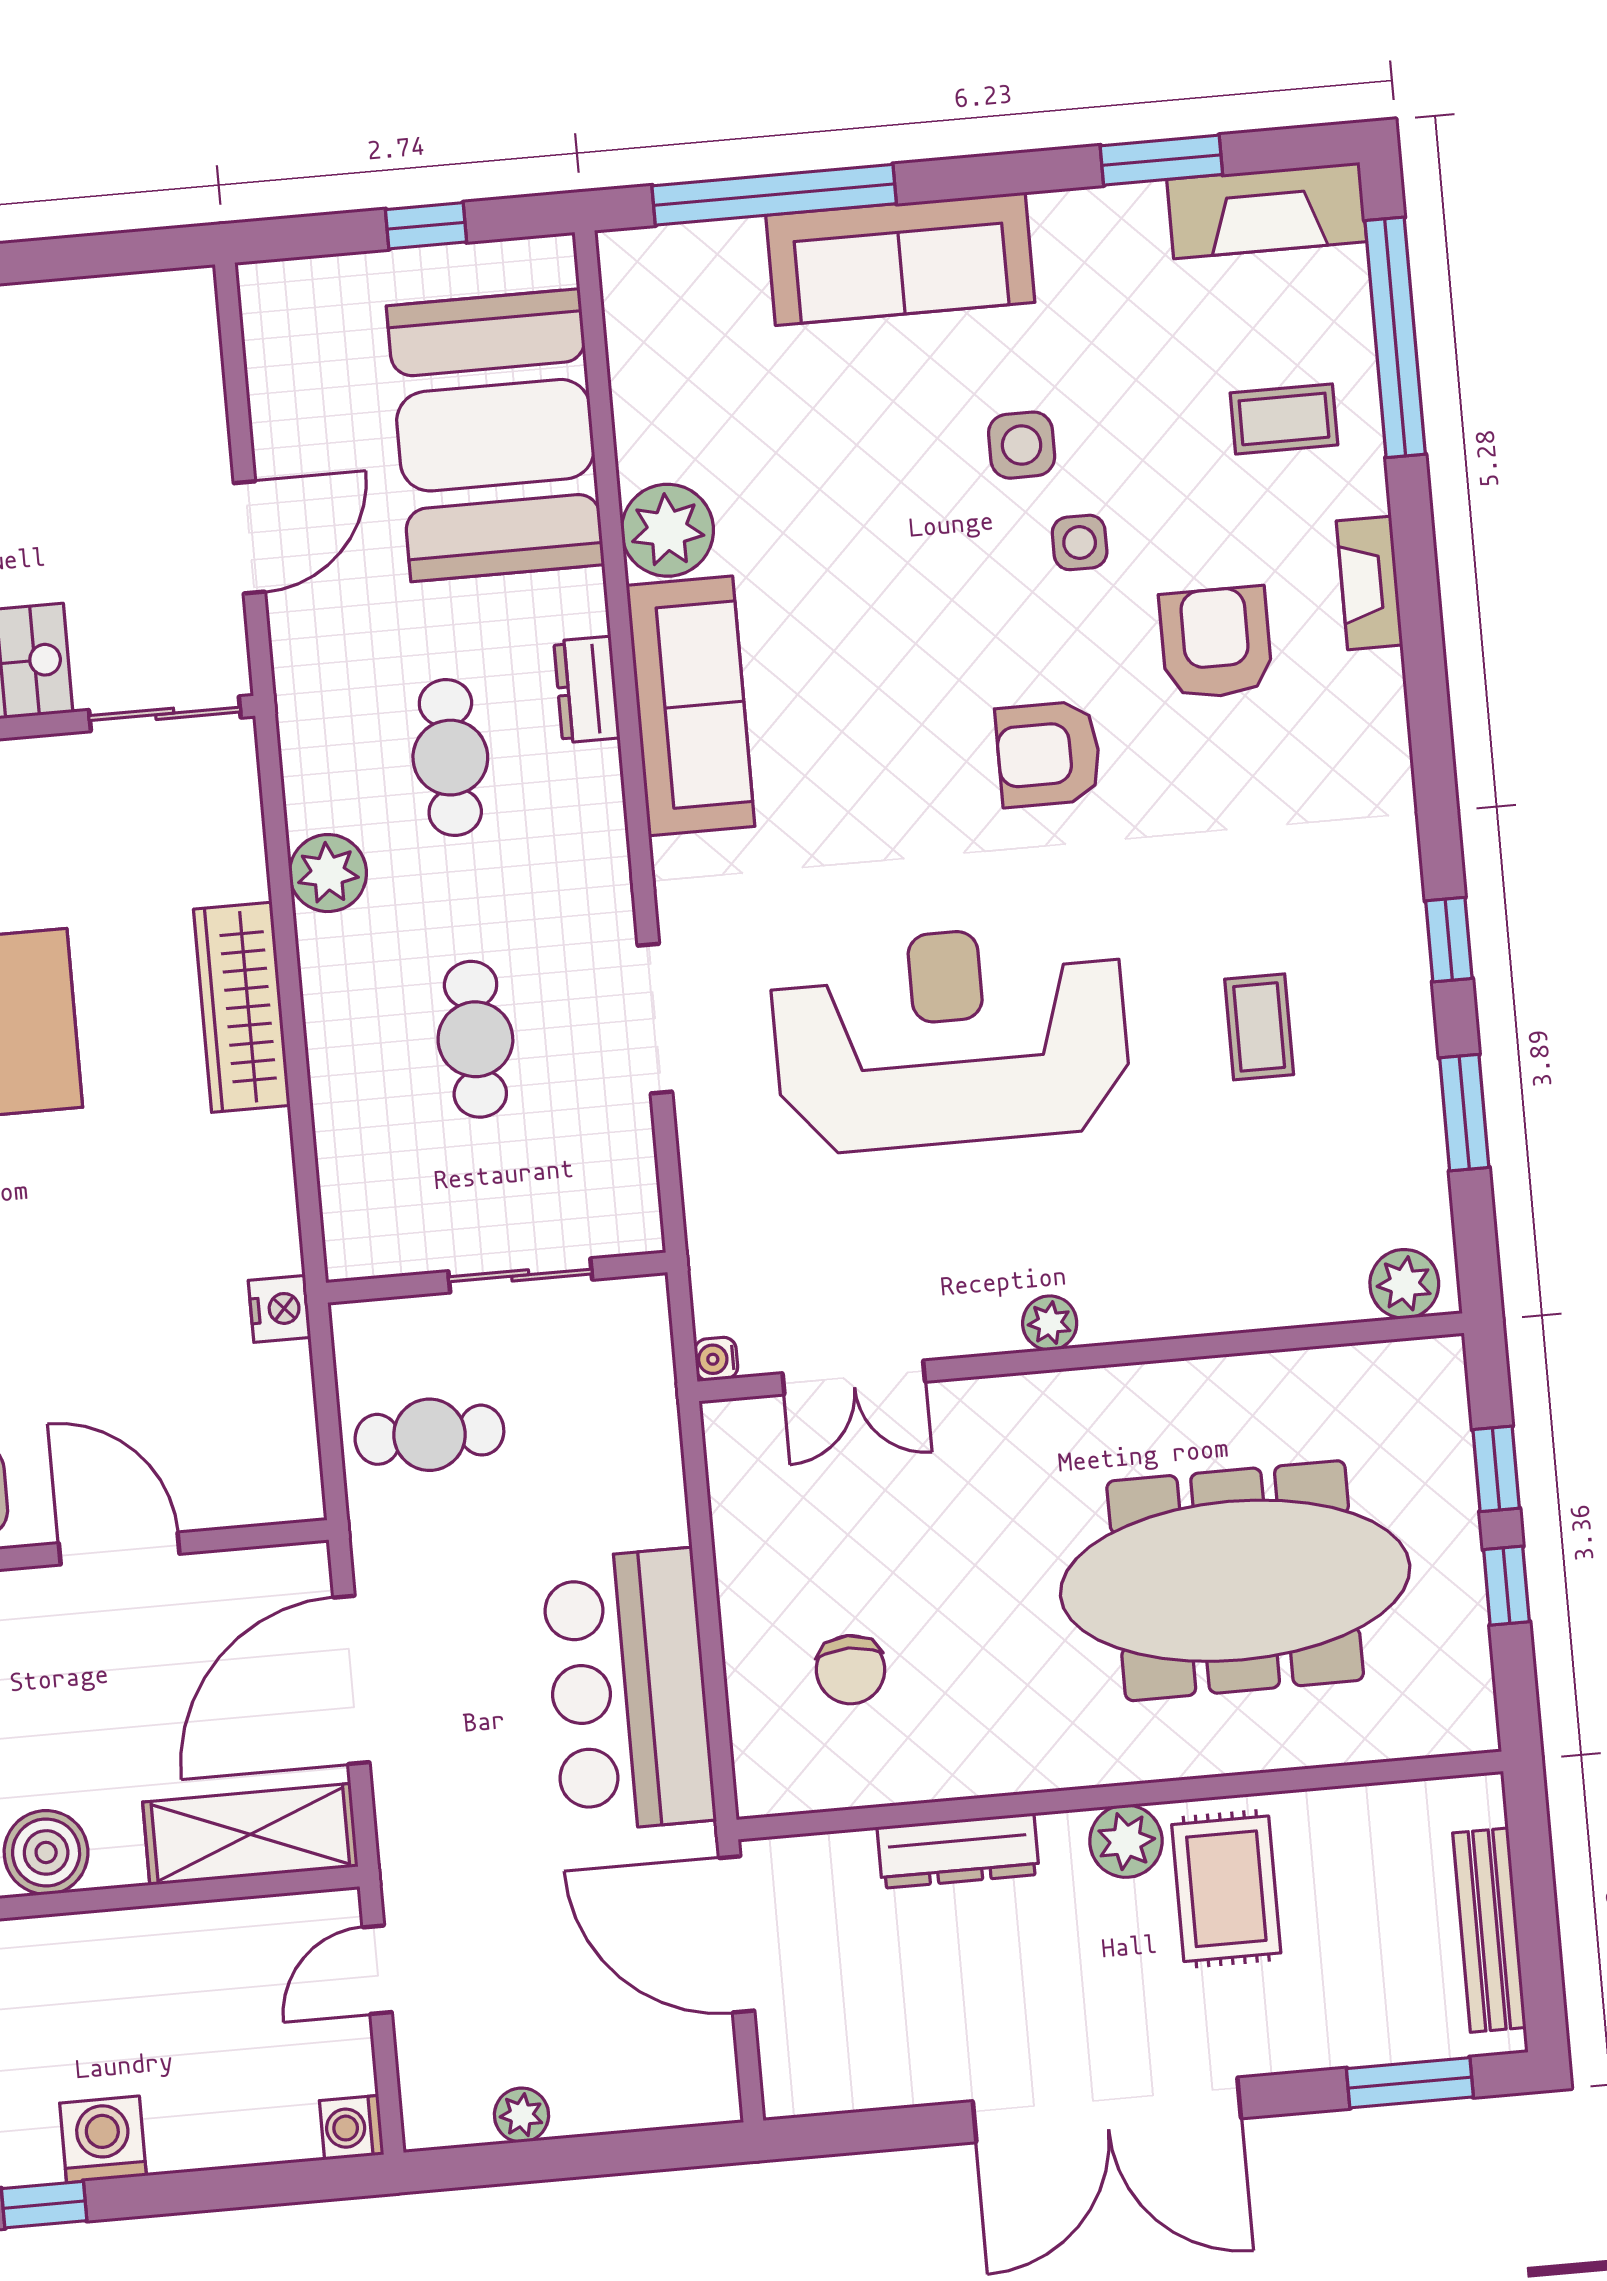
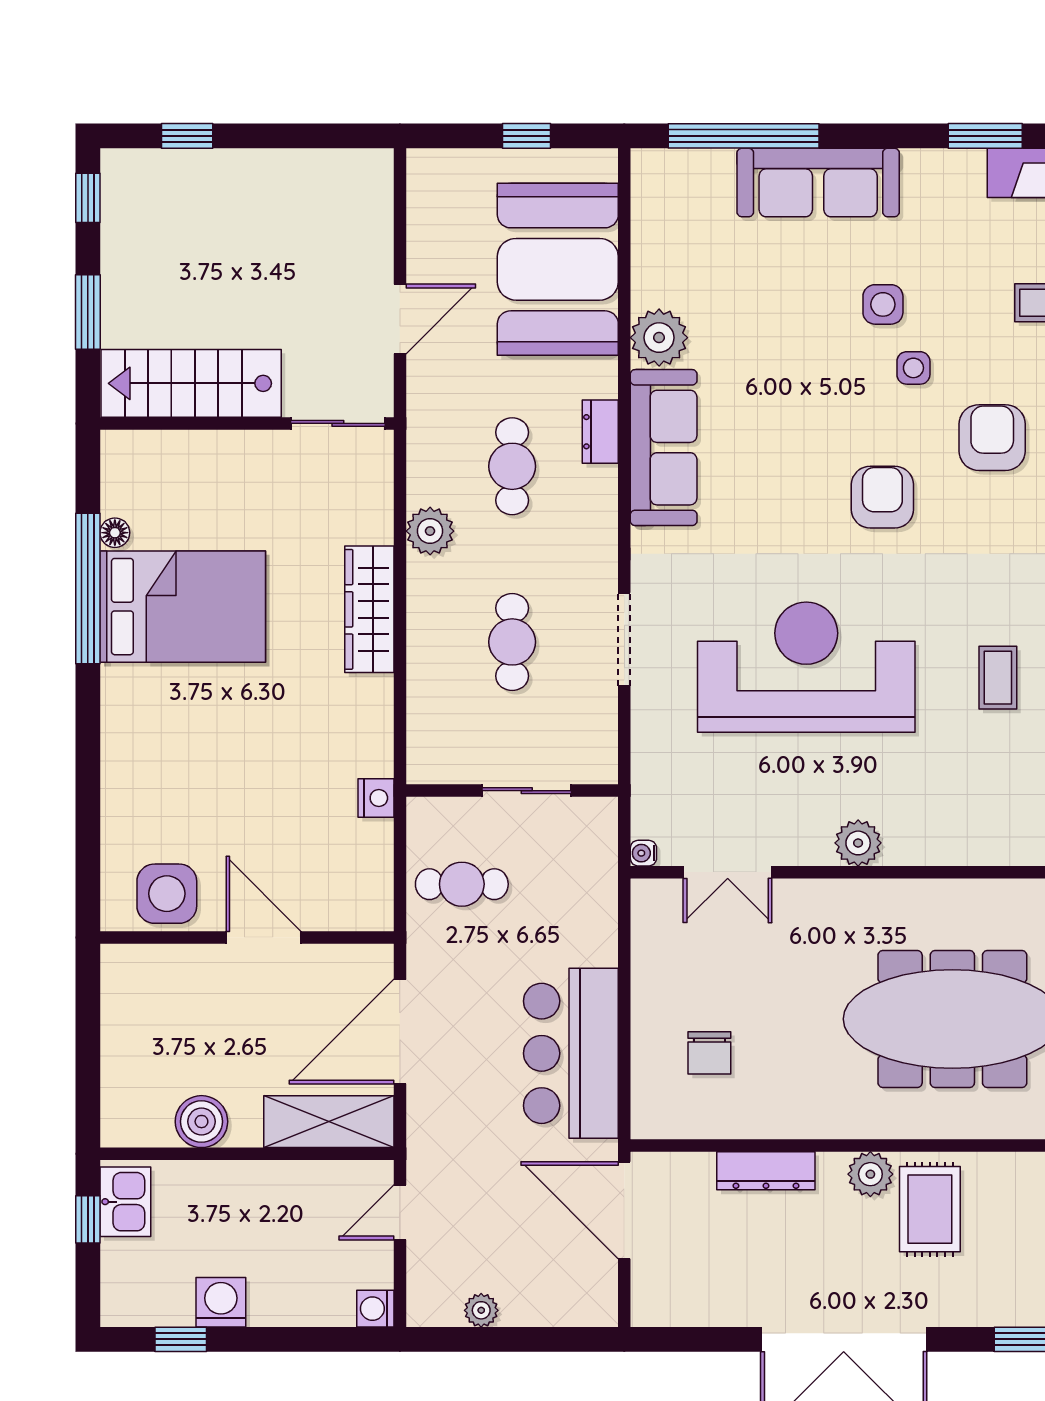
armchair: (1048, 754) -> (882, 497), turned 90
plant: (1050, 1323) -> (858, 843), width x1.38, depth x1.38

